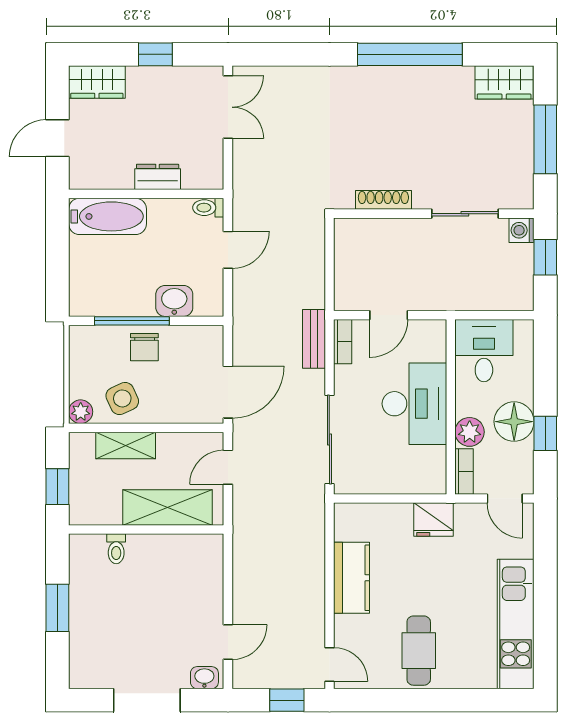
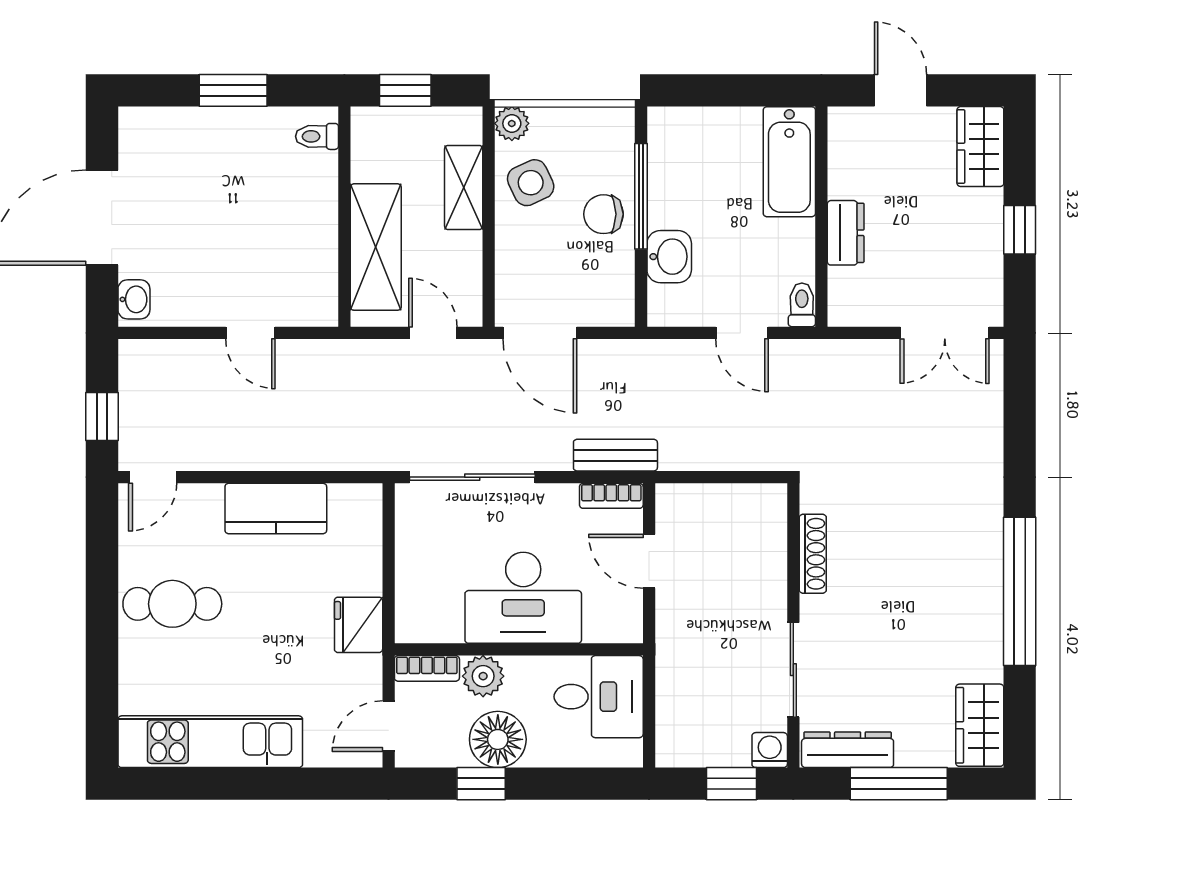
dresser: (521, 175) -> (848, 750), added
toilet: (116, 549) -> (317, 136), moved
door: (228, 642) -> (250, 333), moved

